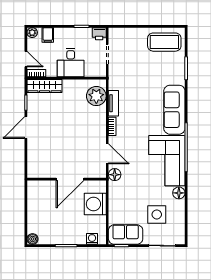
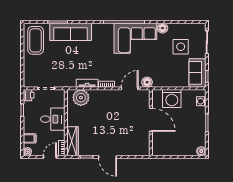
sofa: (174, 110) -> (71, 32), moved

